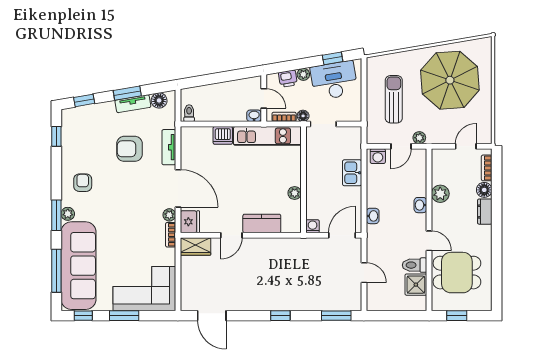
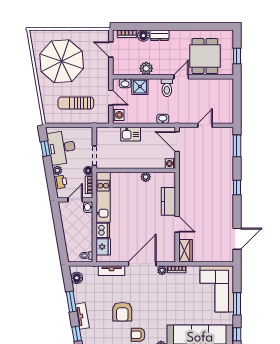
tv unit: (133, 104) -> (82, 316), moved
plant: (419, 138) -> (104, 84), removed
armchair: (129, 149) -> (122, 312), moved
washbasin: (420, 205) -> (125, 83), moved
fridge: (190, 222) -> (103, 247), moved, turned 90
toilet: (415, 265) -> (167, 88), moved
shower: (416, 285) -> (140, 87), moved

